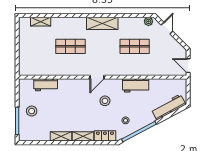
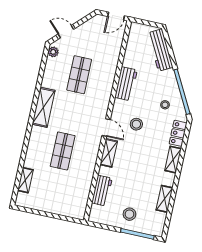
shelving: (77, 84) -> (109, 153), added
shelving: (61, 136) -> (164, 199), moved

